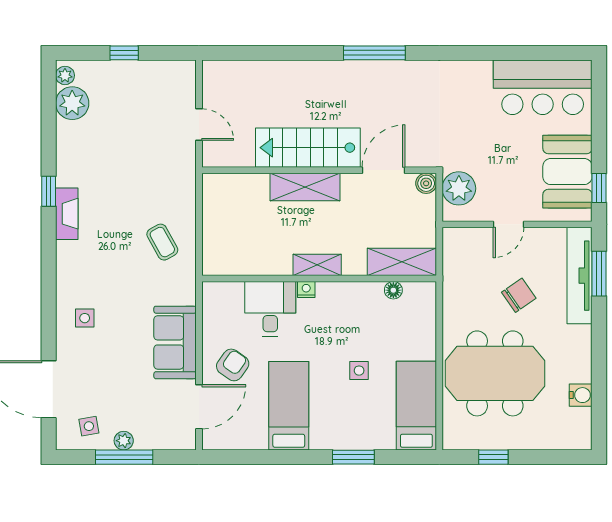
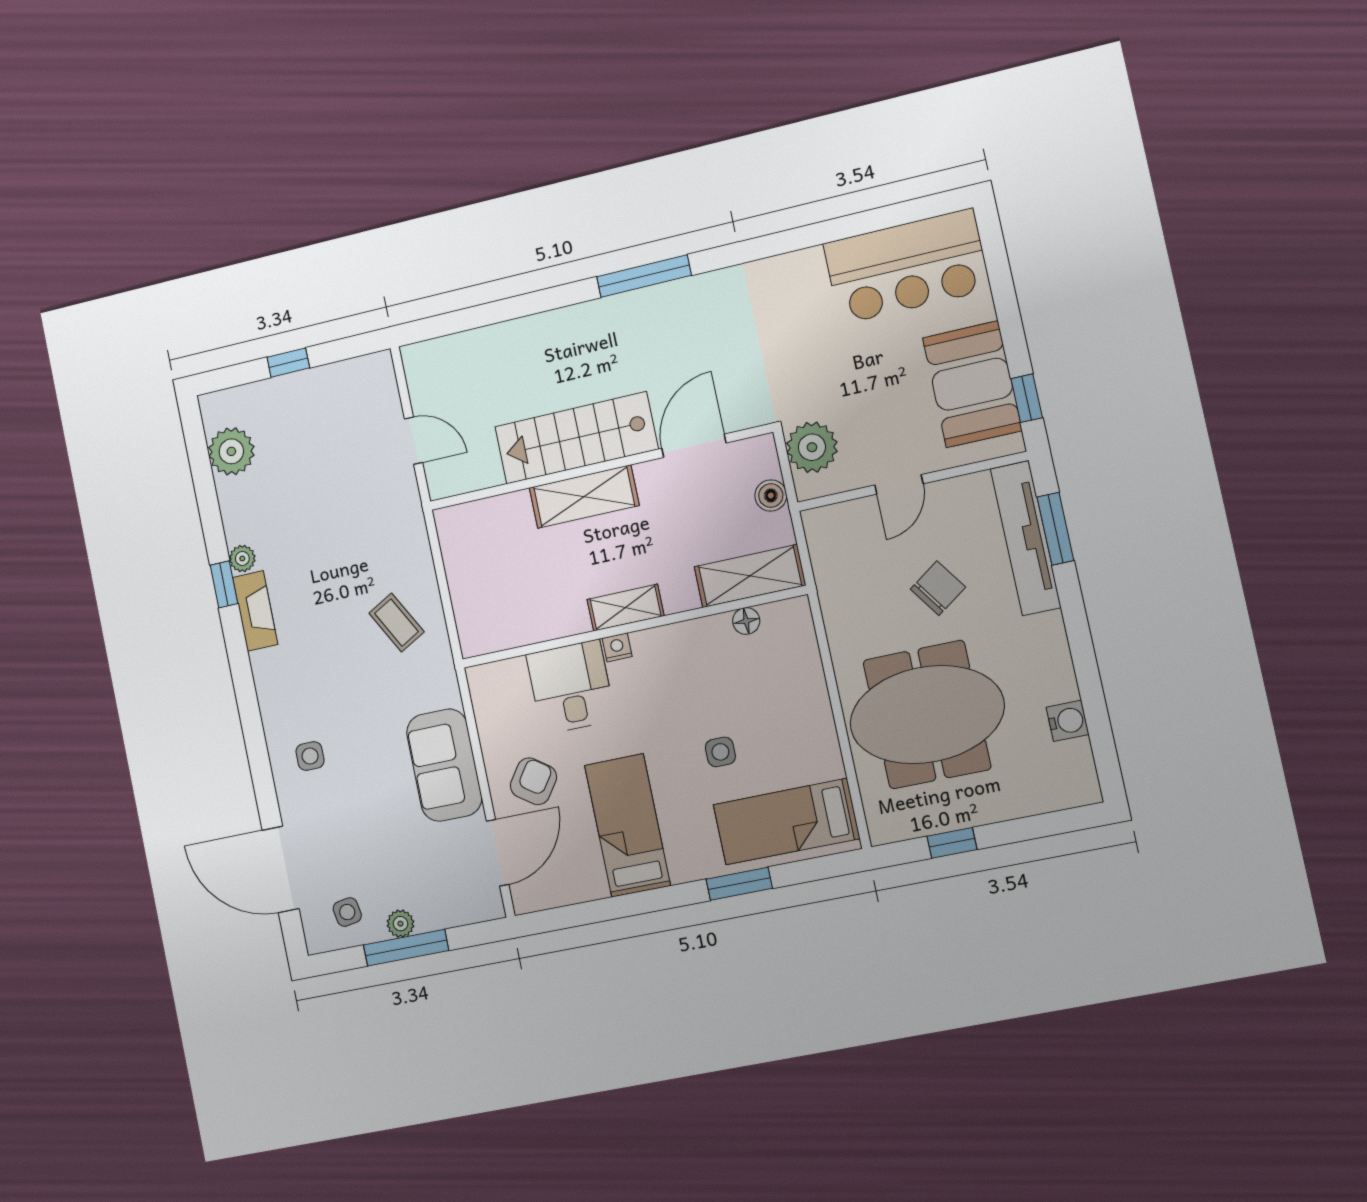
plant: (65, 75) -> (242, 558), moved
boiler: (426, 183) -> (771, 495), moved
bed: (416, 406) -> (786, 822), moved, turned -90

